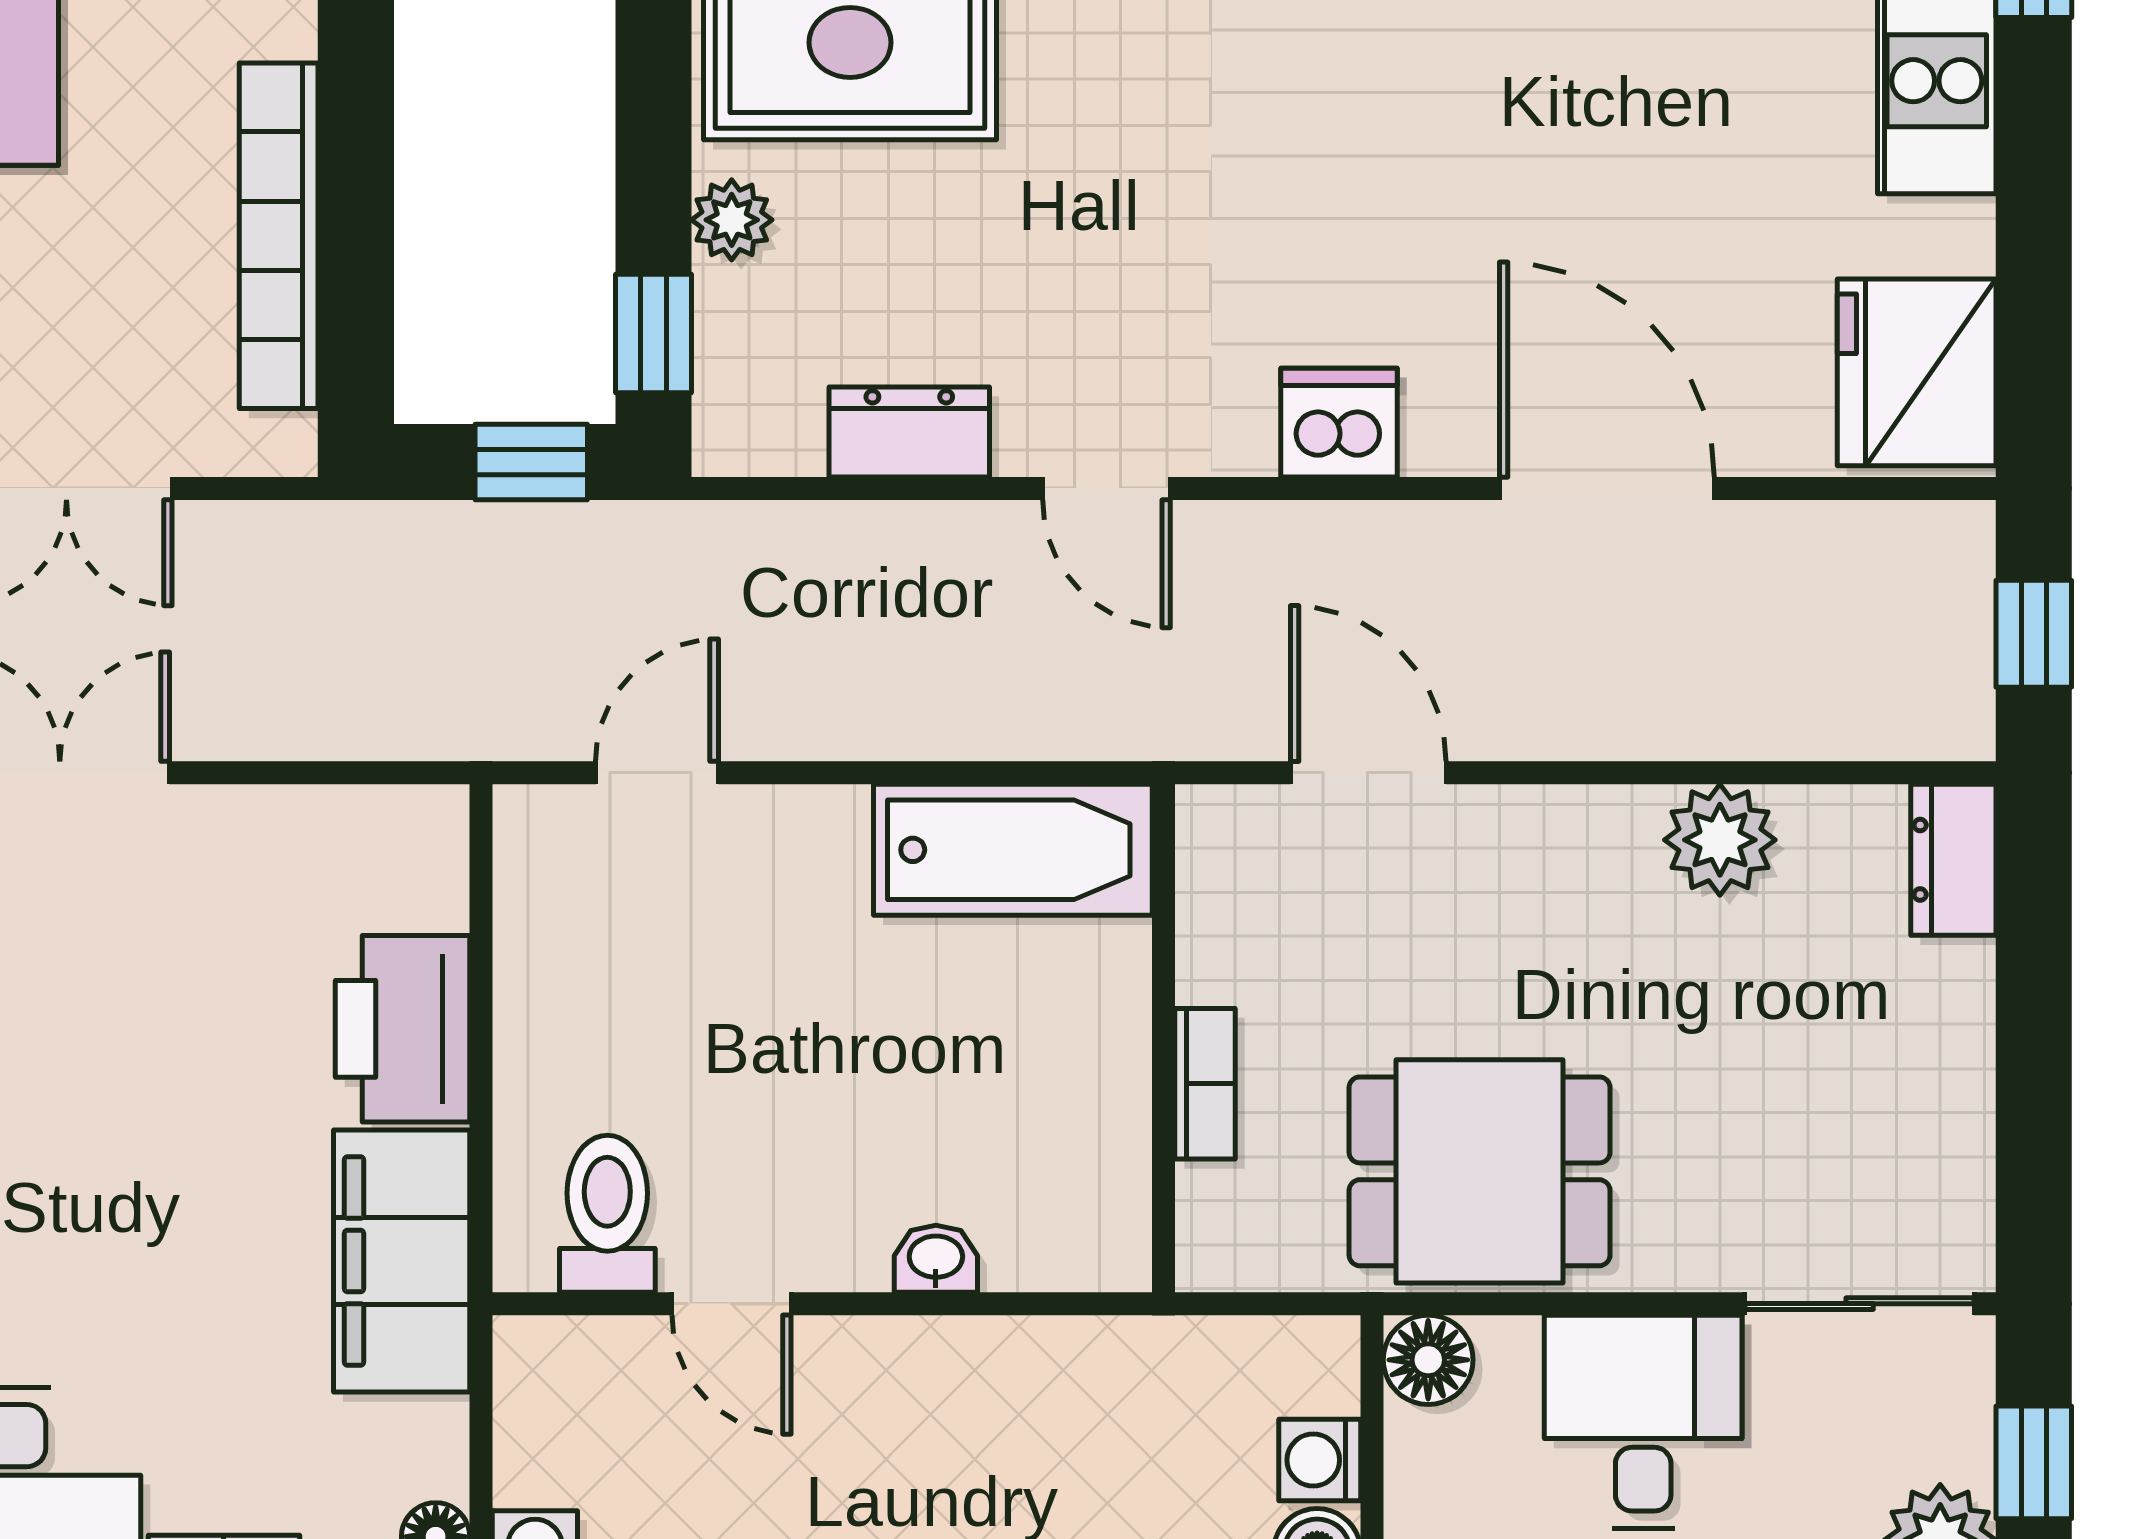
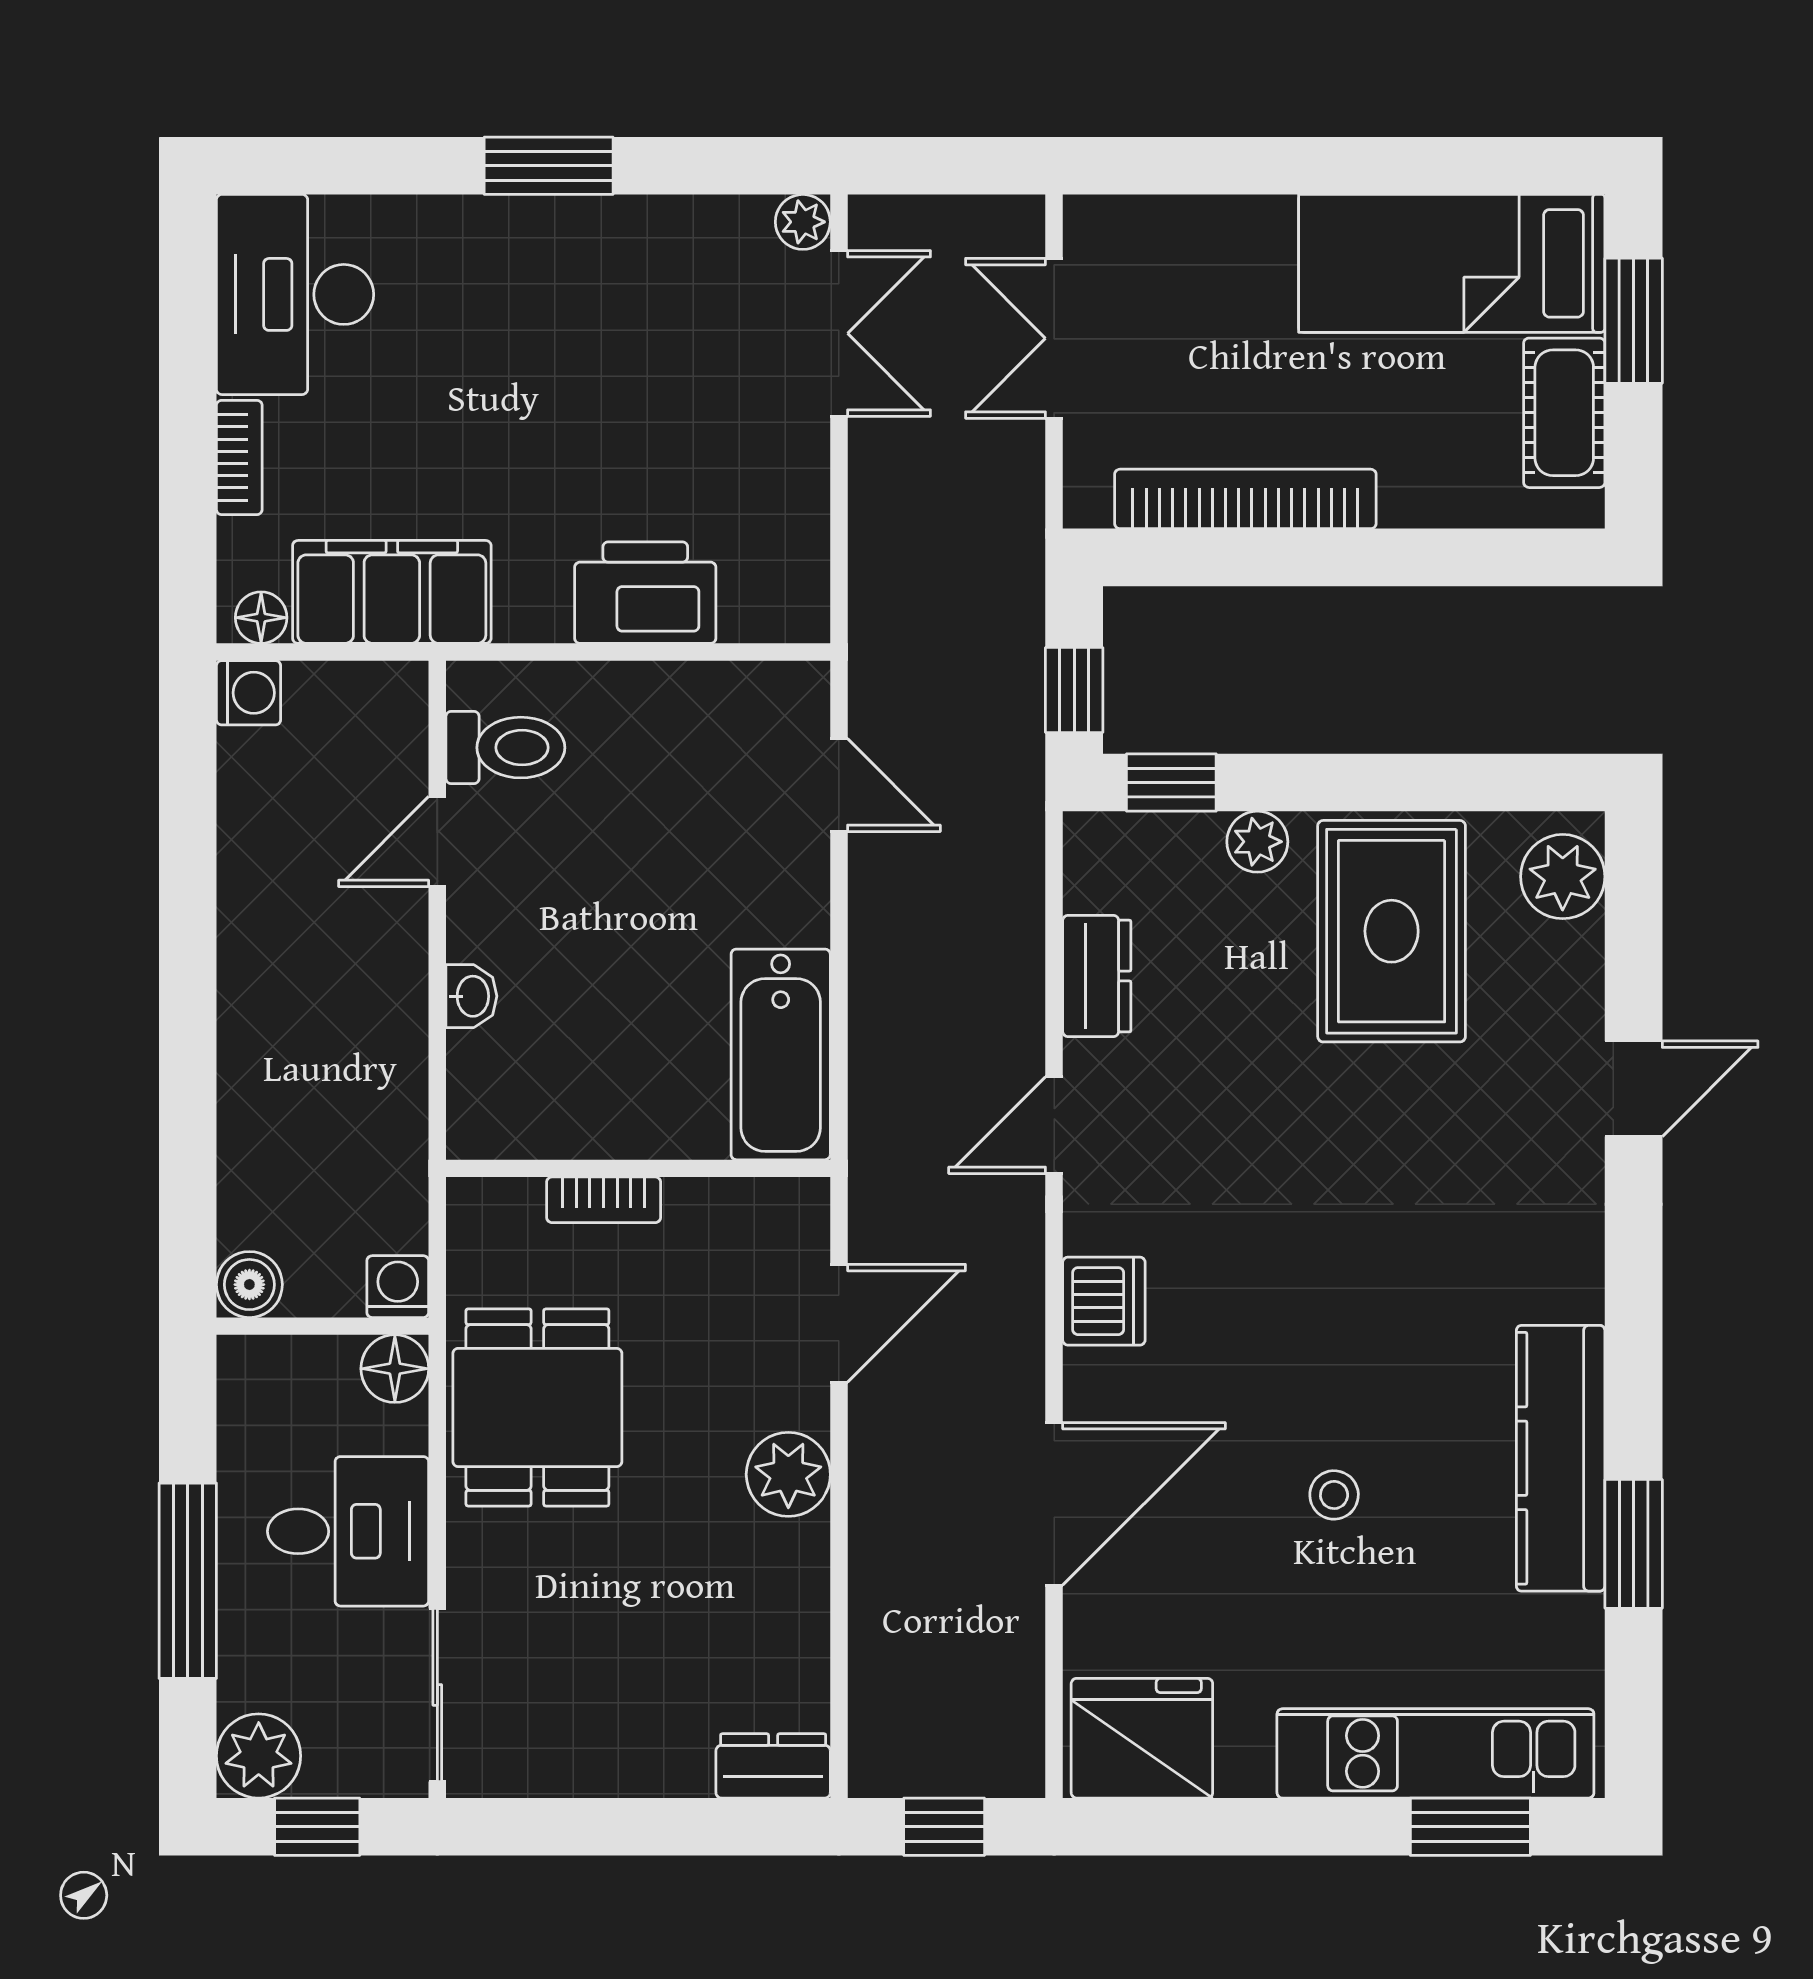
stool: (1595, 118) -> (1334, 1495), added
plant: (1720, 840) -> (788, 1474), moved
filing cabinet: (402, 1261) -> (392, 592), moved
washing machine: (1320, 1460) -> (398, 1287), moved

